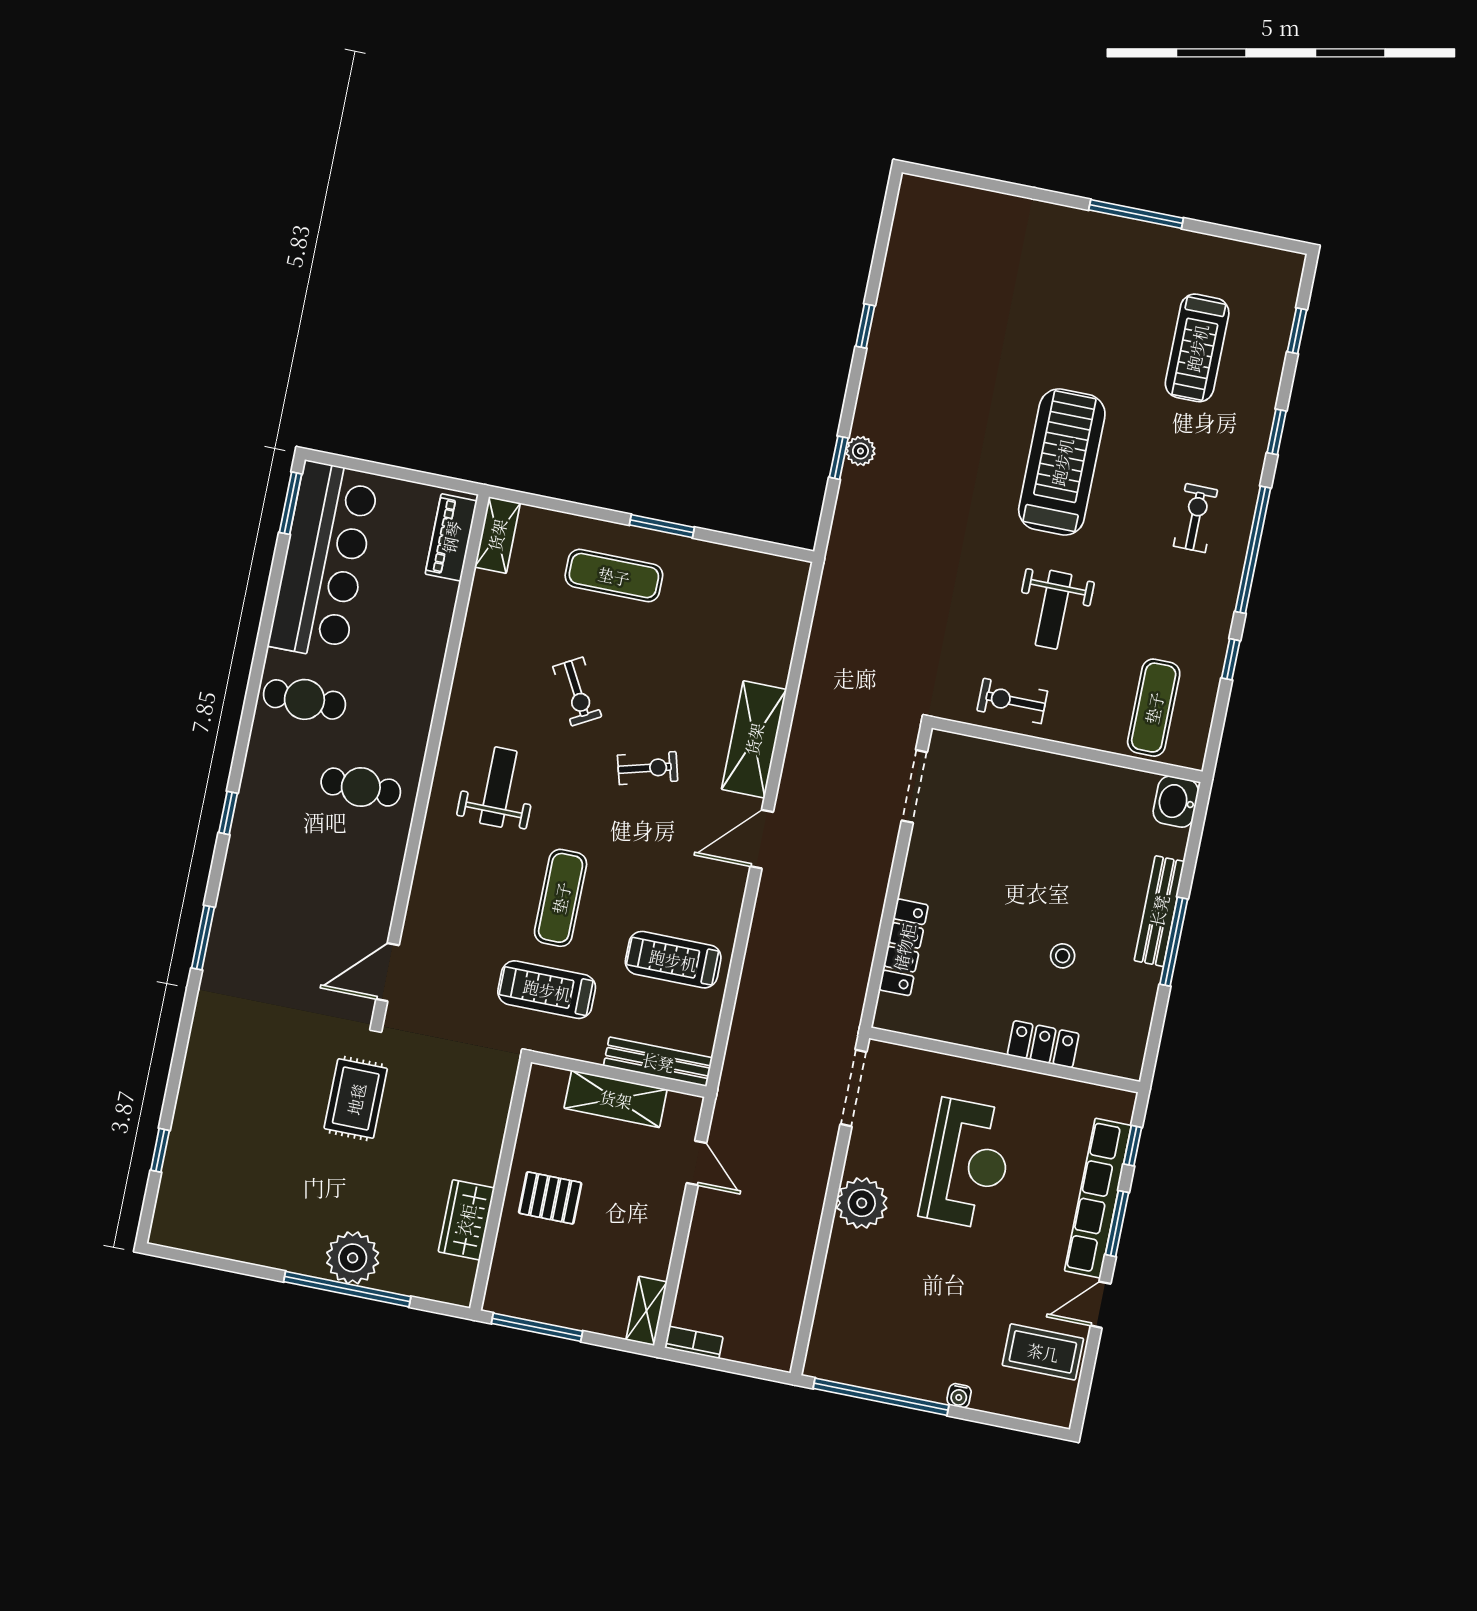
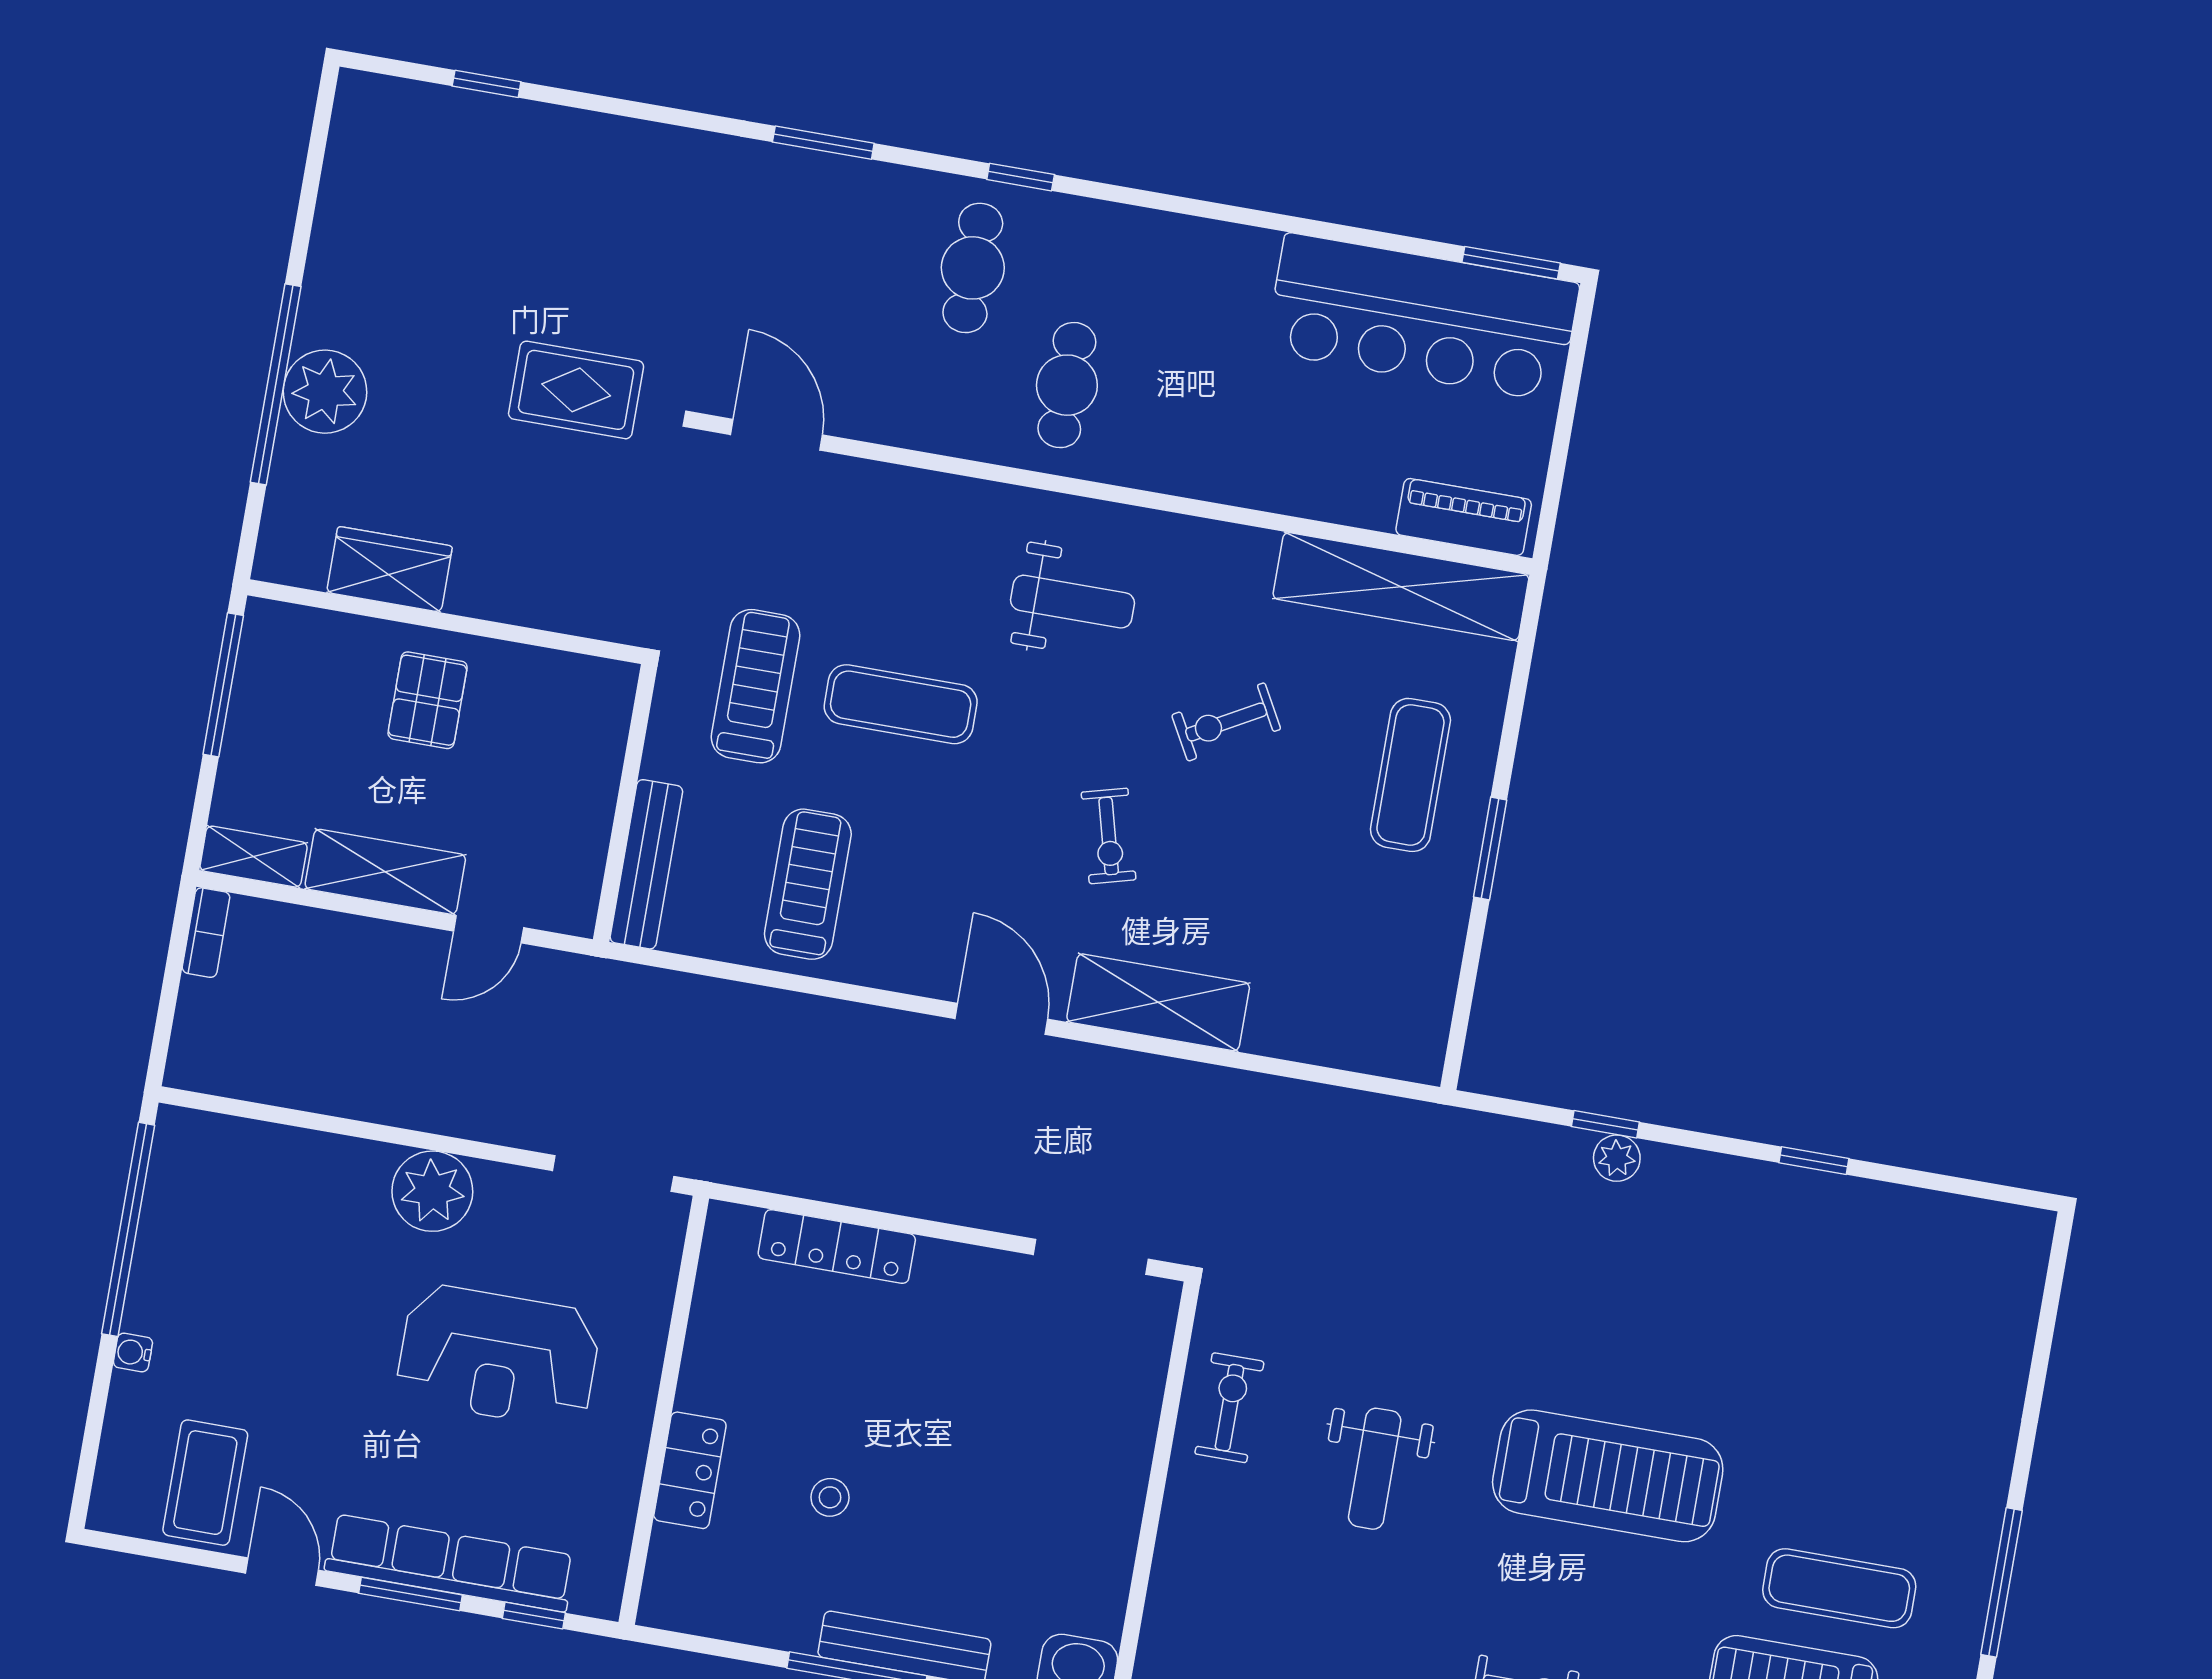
shelving: (497, 535) -> (1401, 587), width x2.20, depth x1.33
weight bench: (1053, 610) -> (1375, 1469), turned -90
cafe table: (304, 699) -> (973, 268), moved
exercise mat: (1154, 708) -> (1839, 1588), moved
shelving: (616, 1099) -> (385, 872), moved, turned 90

